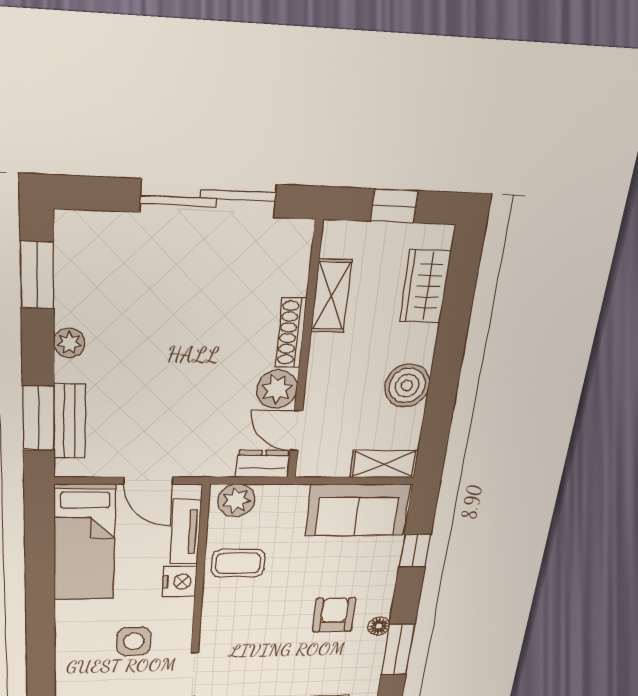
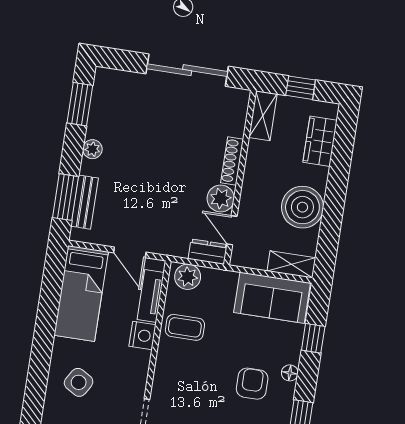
shelving: (331, 296) -> (263, 116), moved
boiler: (407, 385) -> (302, 207), width x1.37, depth x1.37
floor lamp: (379, 626) -> (290, 373), moved
side table: (134, 641) -> (79, 382), moved, turned 31

